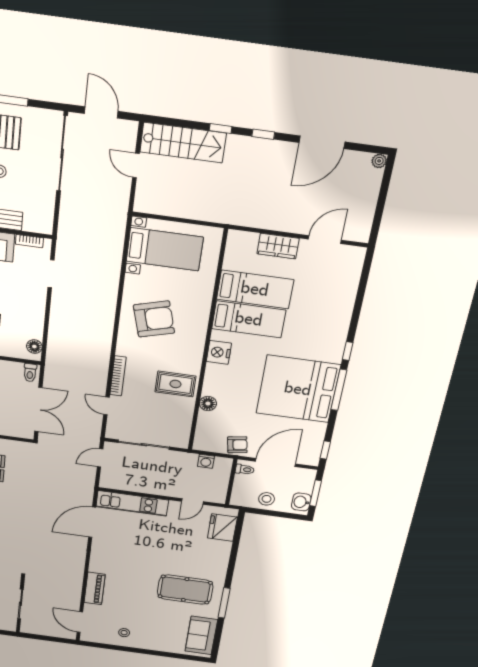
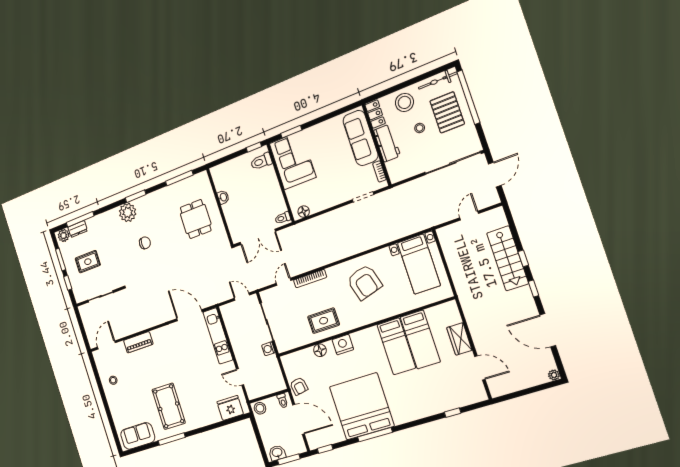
stairs: (183, 143) -> (508, 258), moved
window: (348, 351) -> (453, 413), moved
nightstand: (219, 352) -> (343, 345), moved
rug: (175, 384) -> (324, 321), turned 90
washing machine: (206, 461) -> (268, 349), moved
stool: (267, 499) -> (260, 408), moved

